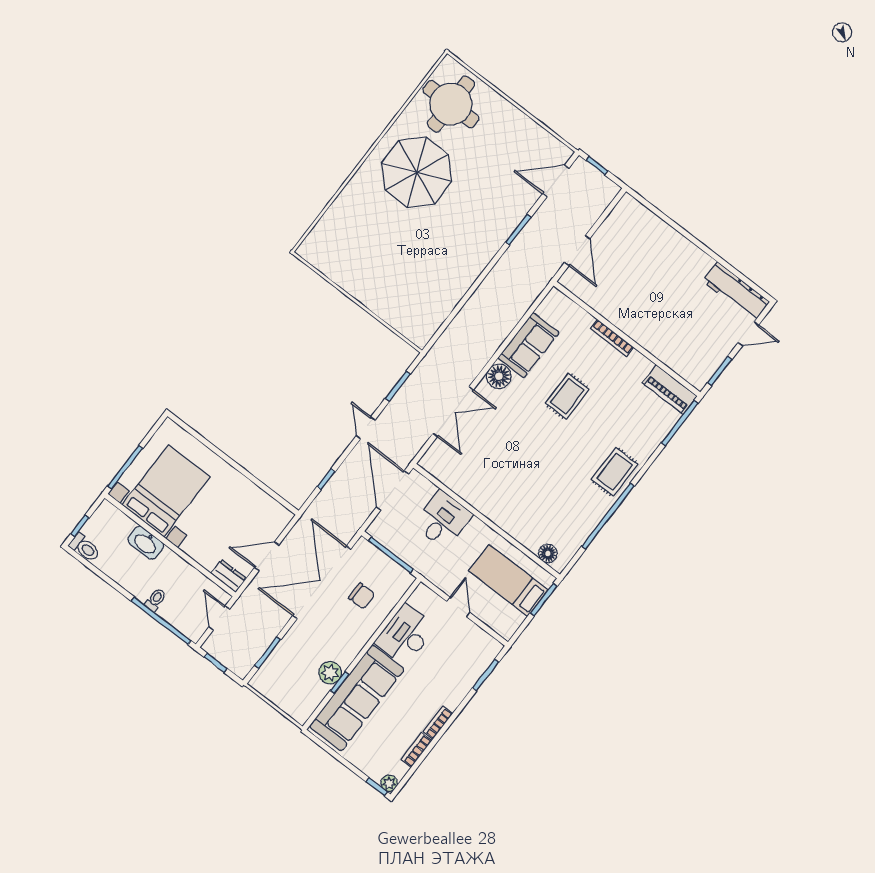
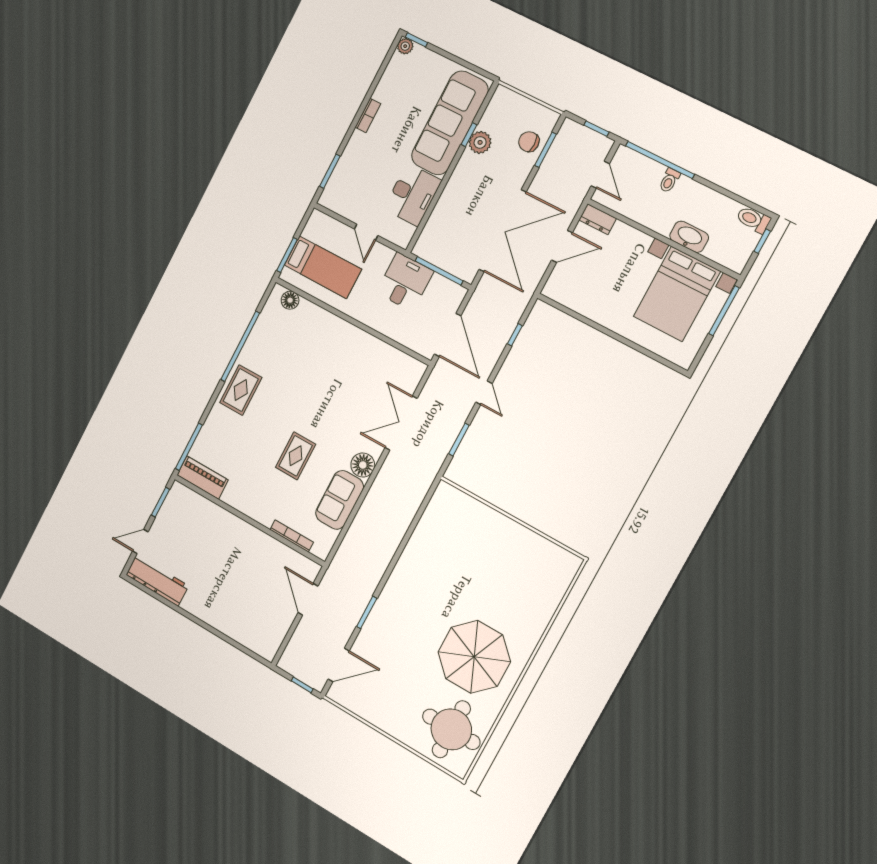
bookcase: (612, 338) -> (292, 536), moved
desk: (443, 520) -> (405, 282), moved, turned 180
chair: (362, 596) -> (529, 142), moved
bookcase: (416, 750) -> (384, 84), removed

